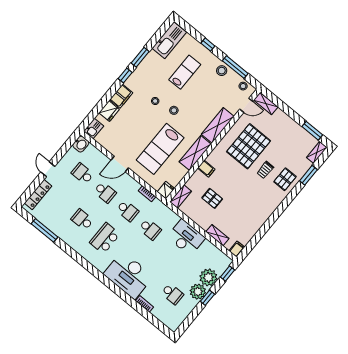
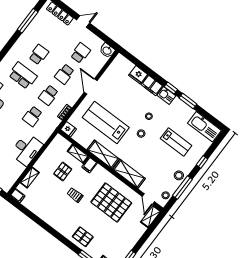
kitchen sink: (94, 129) -> (166, 96), moved
trolley: (265, 170) -> (75, 195), moved
shelving: (181, 197) -> (78, 154), moved

